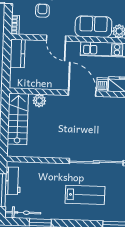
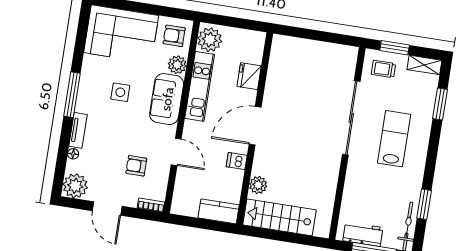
door: (56, 38) -> (176, 152), hinge flipped
kitchen counter: (17, 53) -> (219, 211), moved
dishwasher: (102, 85) -> (237, 161), moved

